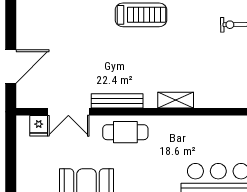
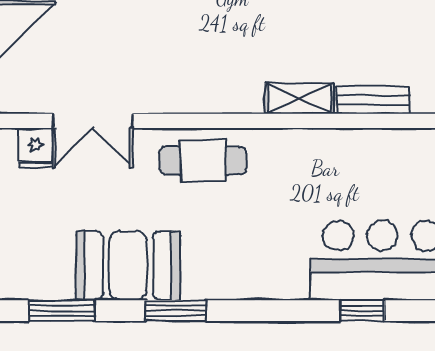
bench: (117, 101) -> (373, 100), moved, width x0.73

